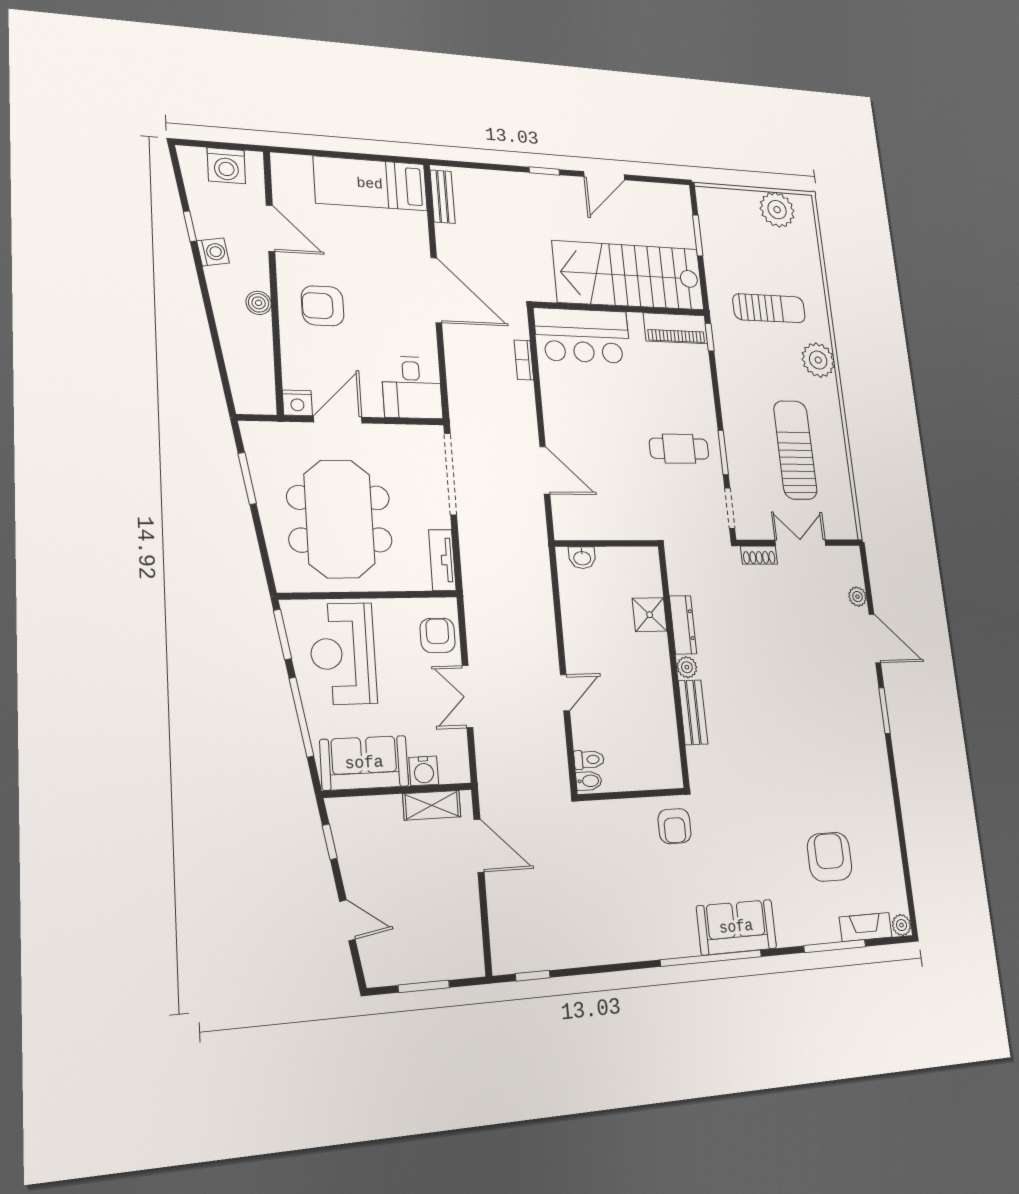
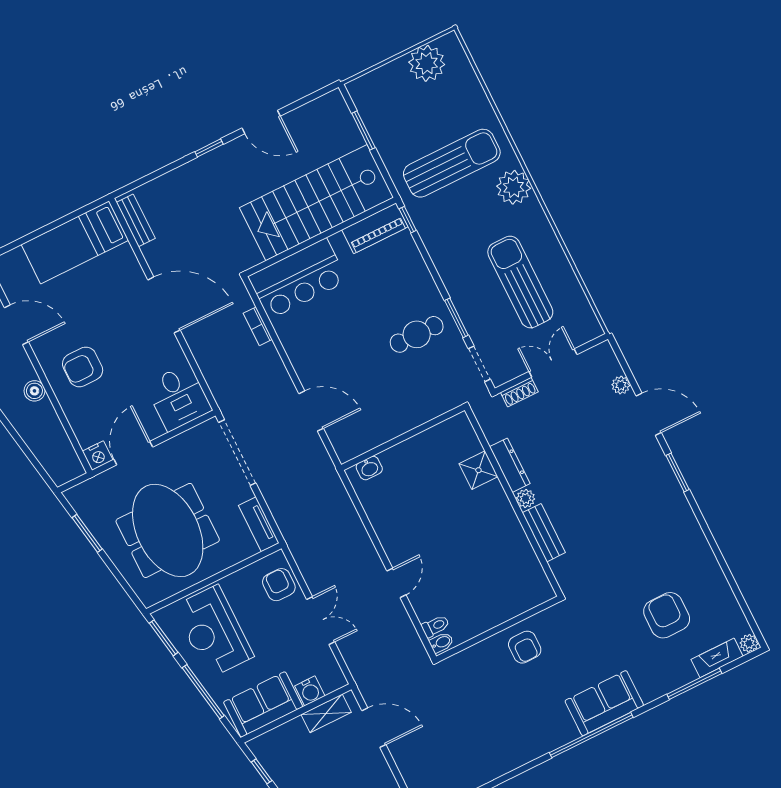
door: (604, 176) -> (261, 122), hinge flipped
sun lounger: (769, 308) -> (452, 163), width x1.36, depth x1.34
shower: (650, 615) -> (478, 470), moved
dresser: (683, 625) -> (510, 465), moved
wall: (674, 665) -> (514, 502), moved
plant: (687, 667) -> (526, 498), moved
double door: (467, 696) -> (321, 621), swing flipped
bench: (693, 712) -> (544, 533), moved

